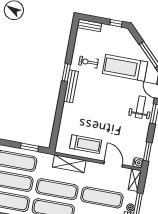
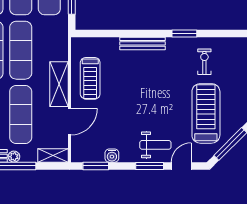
bench: (71, 86) -> (142, 43), moved
water cooler: (138, 163) -> (112, 156), moved
shelving: (69, 164) -> (59, 84), moved

